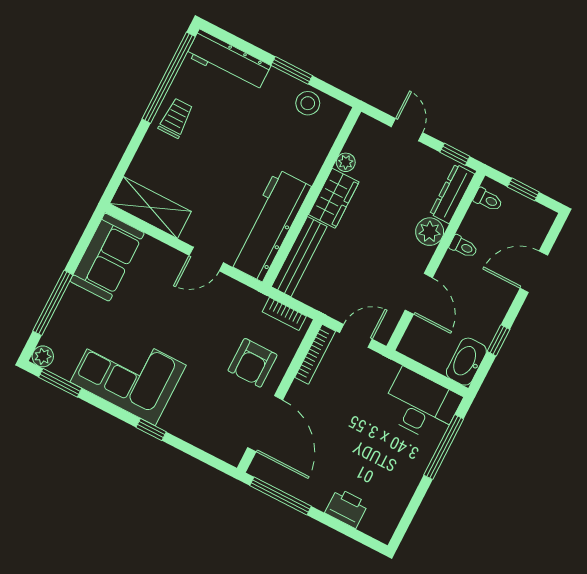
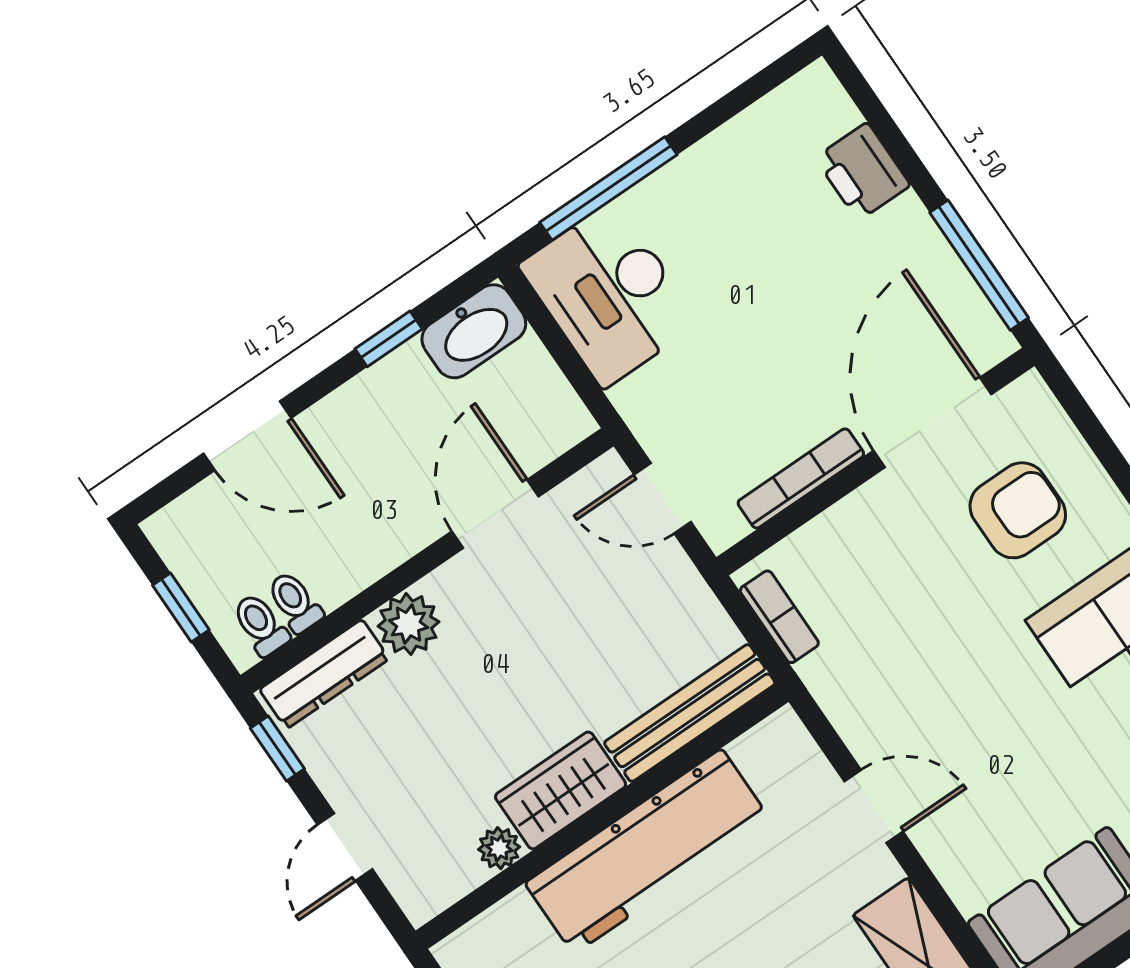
workbench: (269, 225) -> (648, 851), moved
toilet: (464, 247) -> (295, 602), moved
bookcase: (315, 354) -> (801, 478), moved
armchair: (253, 363) -> (1018, 510), moved

